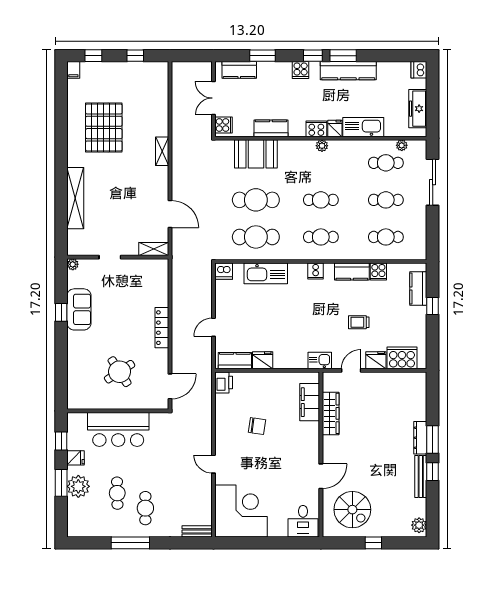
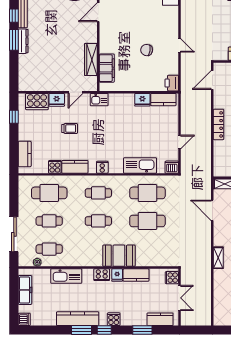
fridge: (335, 128) -> (117, 275), moved
plant: (322, 146) -> (97, 262), removed
booth: (256, 154) -> (119, 256), moved
cafe table: (386, 237) -> (49, 193), width x1.37, depth x1.35
window: (433, 306) -> (14, 117), moved
door: (213, 327) -> (179, 142), moved
door: (213, 464) -> (179, 45), moved

